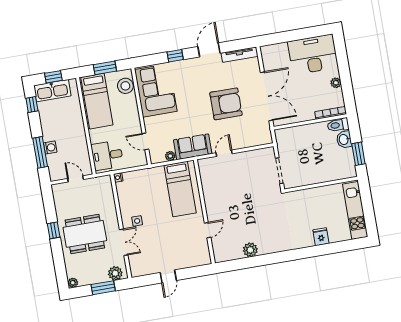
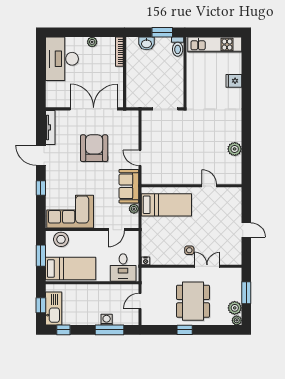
toilet: (338, 125) -> (178, 47), moved
plant: (115, 273) -> (235, 308), moved

